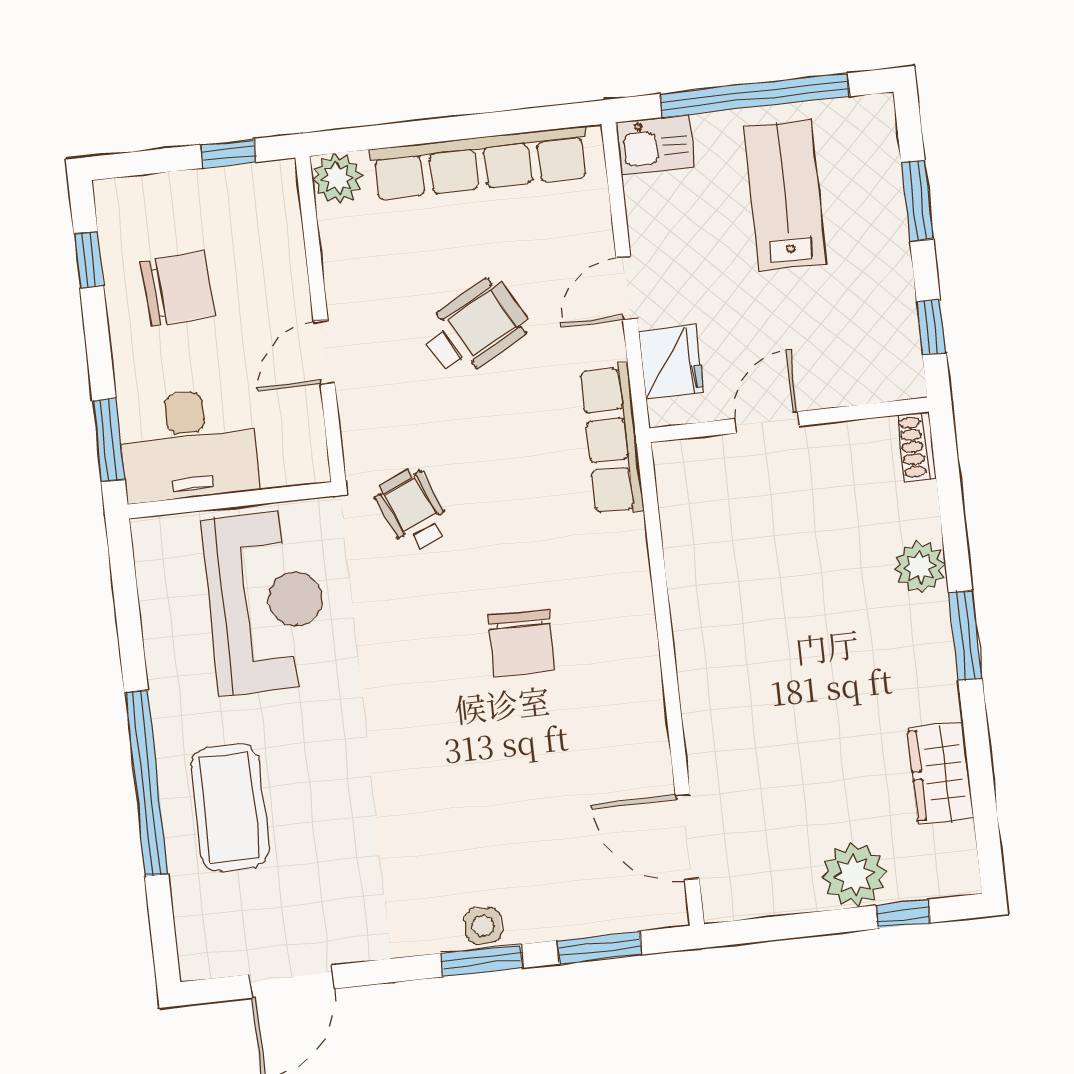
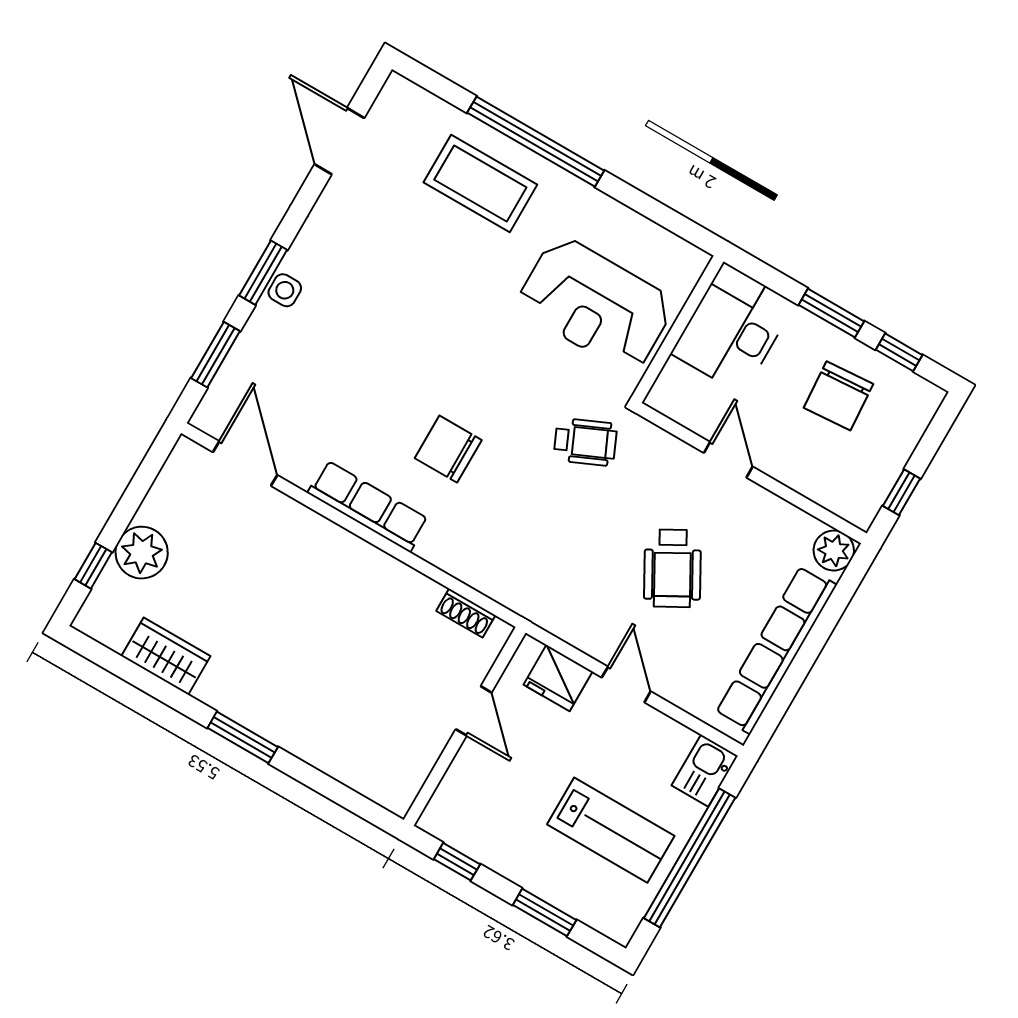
window: (109, 440) -> (831, 313), moved
row of seats: (612, 440) -> (368, 506), moved
shoe rack: (916, 447) -> (466, 613), moved, turned 180
plant: (920, 567) -> (308, 741), removed
door: (687, 837) -> (245, 464), hinge flipped

